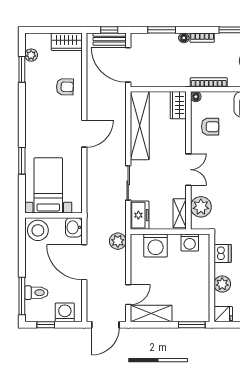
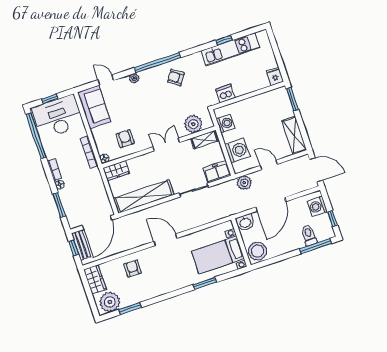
plant: (31, 55) -> (110, 302), width x1.88, depth x1.88
plant: (222, 284) -> (251, 85), removed
door: (128, 295) -> (269, 165), moved

